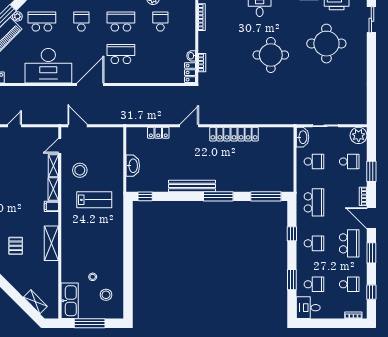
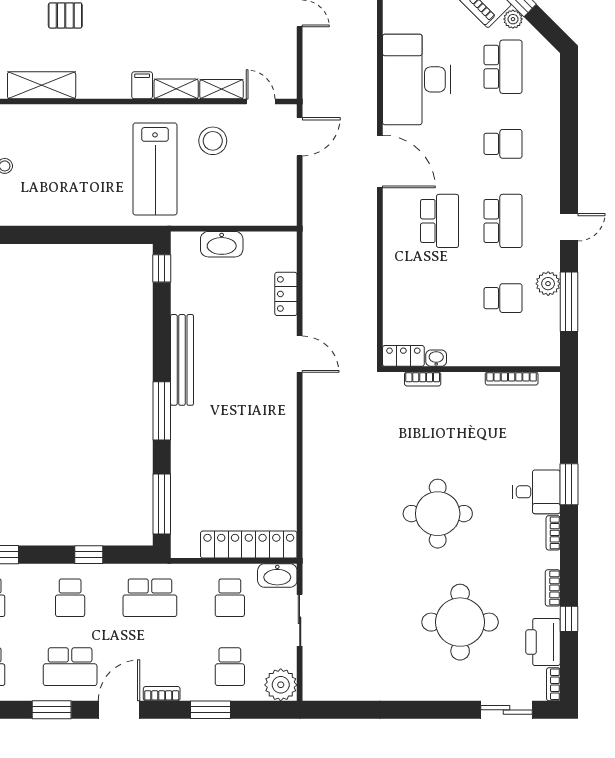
locker: (234, 134) -> (249, 545), moved, turned 90
lab bench: (94, 200) -> (155, 169), width x1.36, depth x1.39
shelving: (51, 243) -> (42, 85), moved

